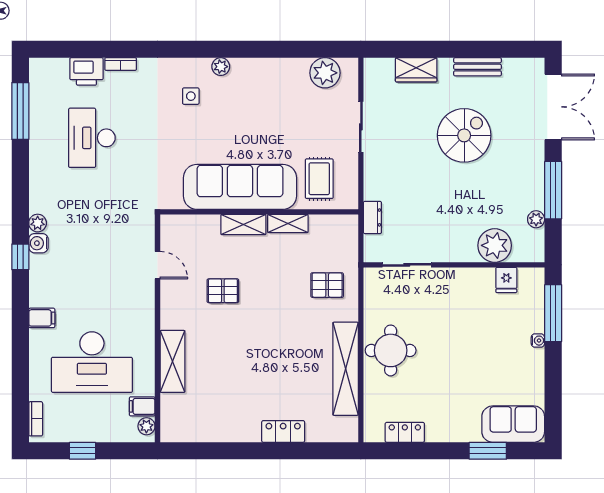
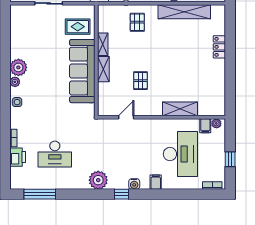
plant: (325, 73) -> (18, 67), moved
side table: (191, 96) -> (17, 102), moved
plant: (38, 223) -> (98, 180), width x1.88, depth x1.88
water cooler: (38, 243) -> (134, 184), moved

